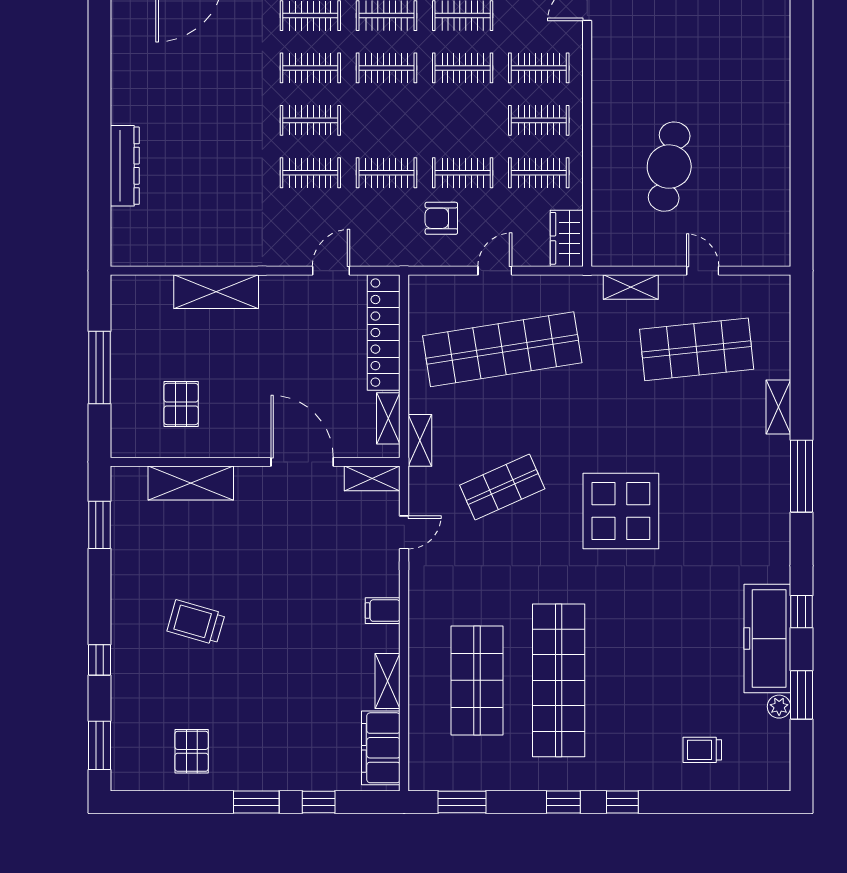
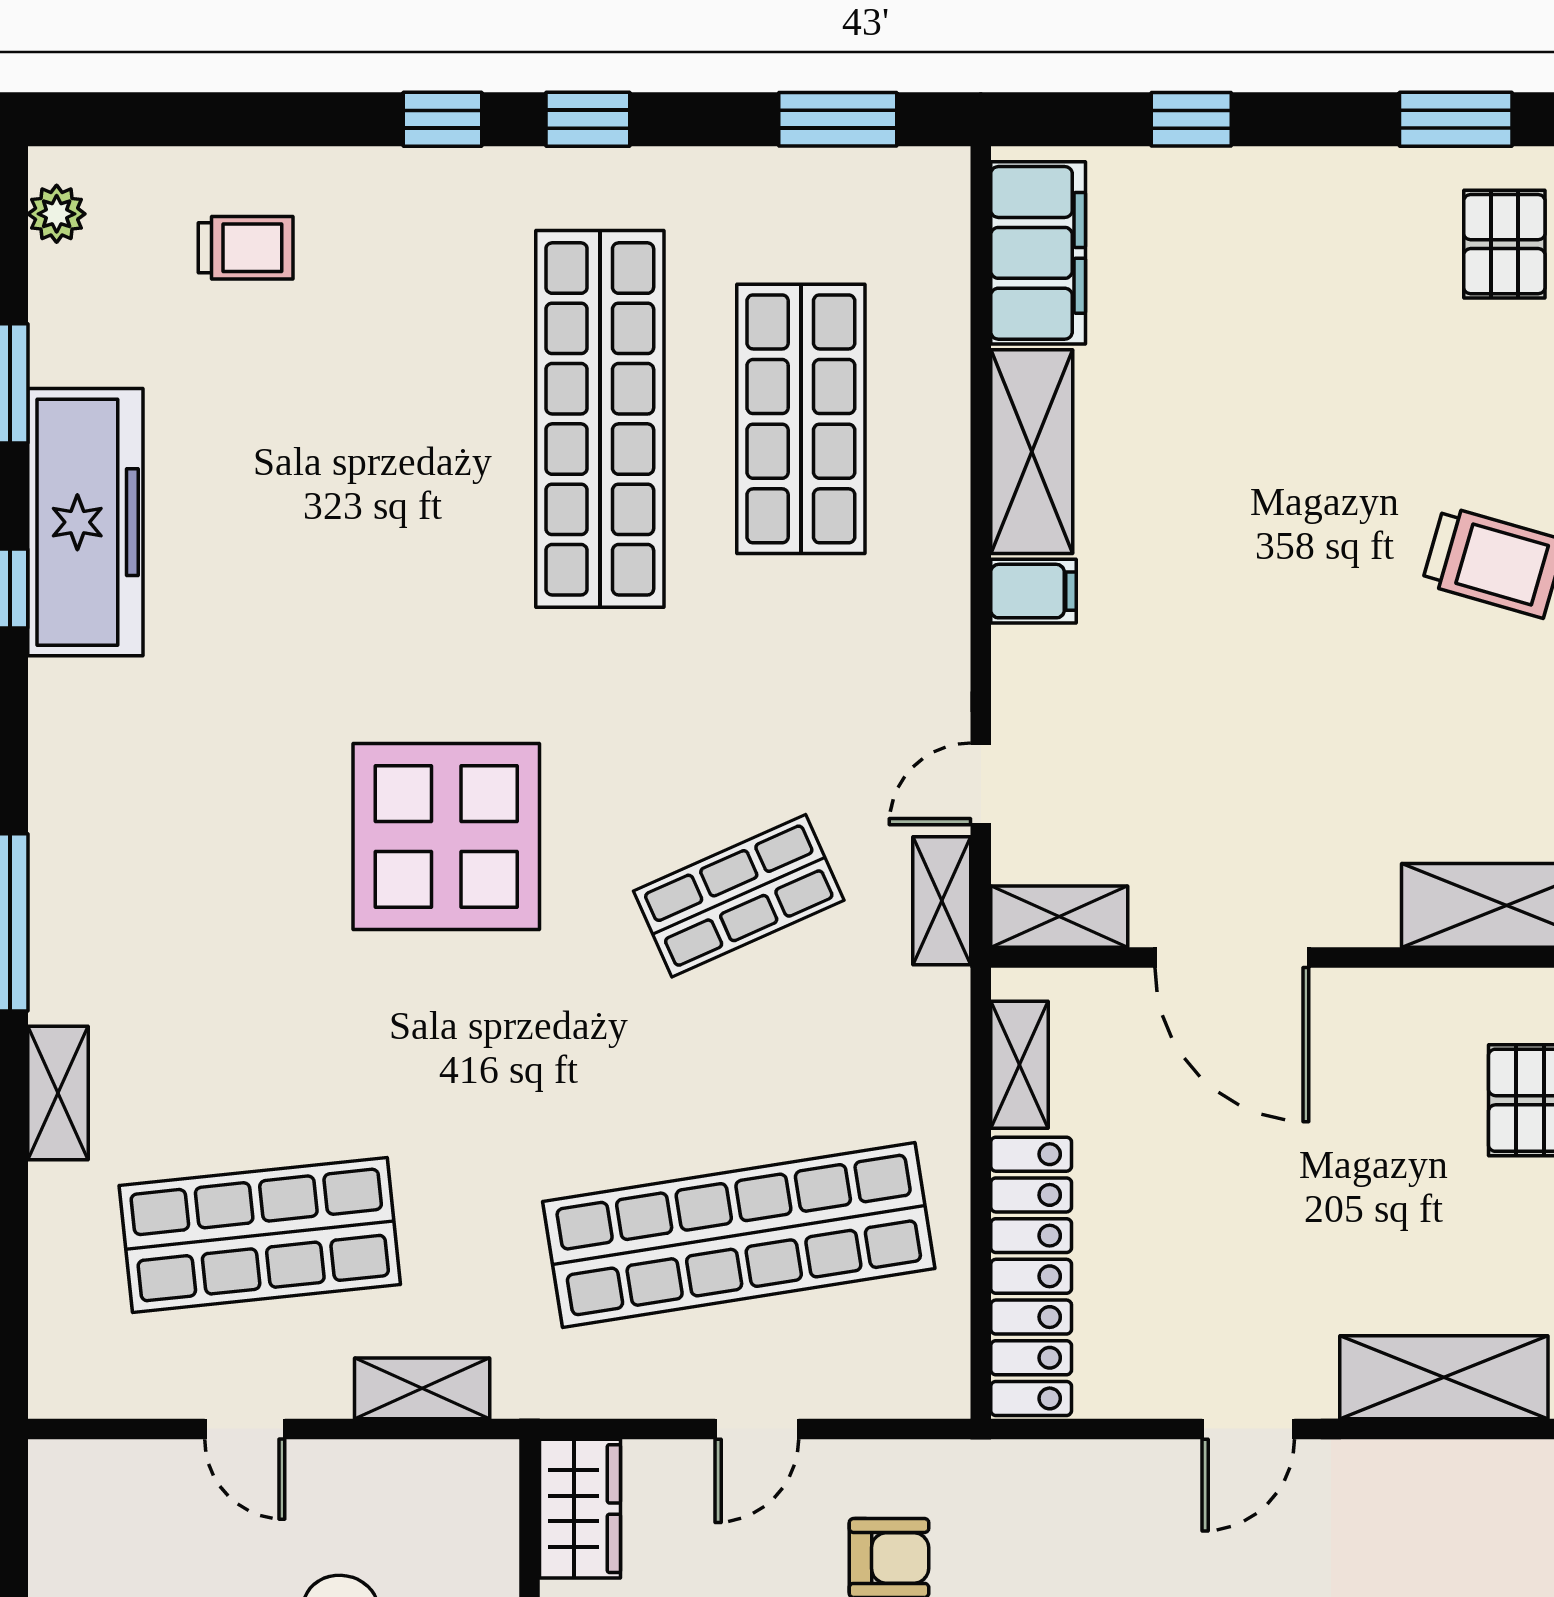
door: (331, 271) -> (1248, 1429), moved
shelving: (420, 440) -> (942, 901), moved
shelving: (388, 681) -> (1032, 452), width x1.50, depth x1.33
plant: (779, 707) -> (57, 214), moved
window: (256, 802) -> (1456, 119), moved

